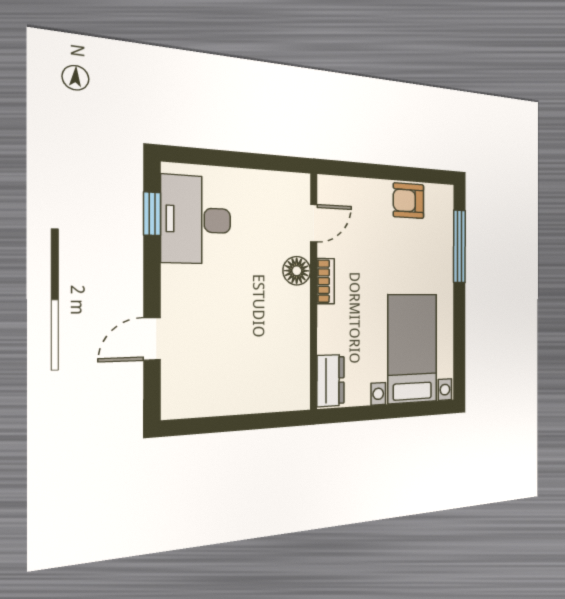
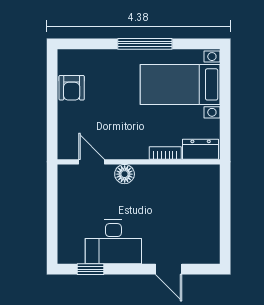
desk: (196, 220) -> (113, 242), moved
window: (459, 246) -> (145, 44), moved
bookcase: (326, 281) -> (165, 153), moved

